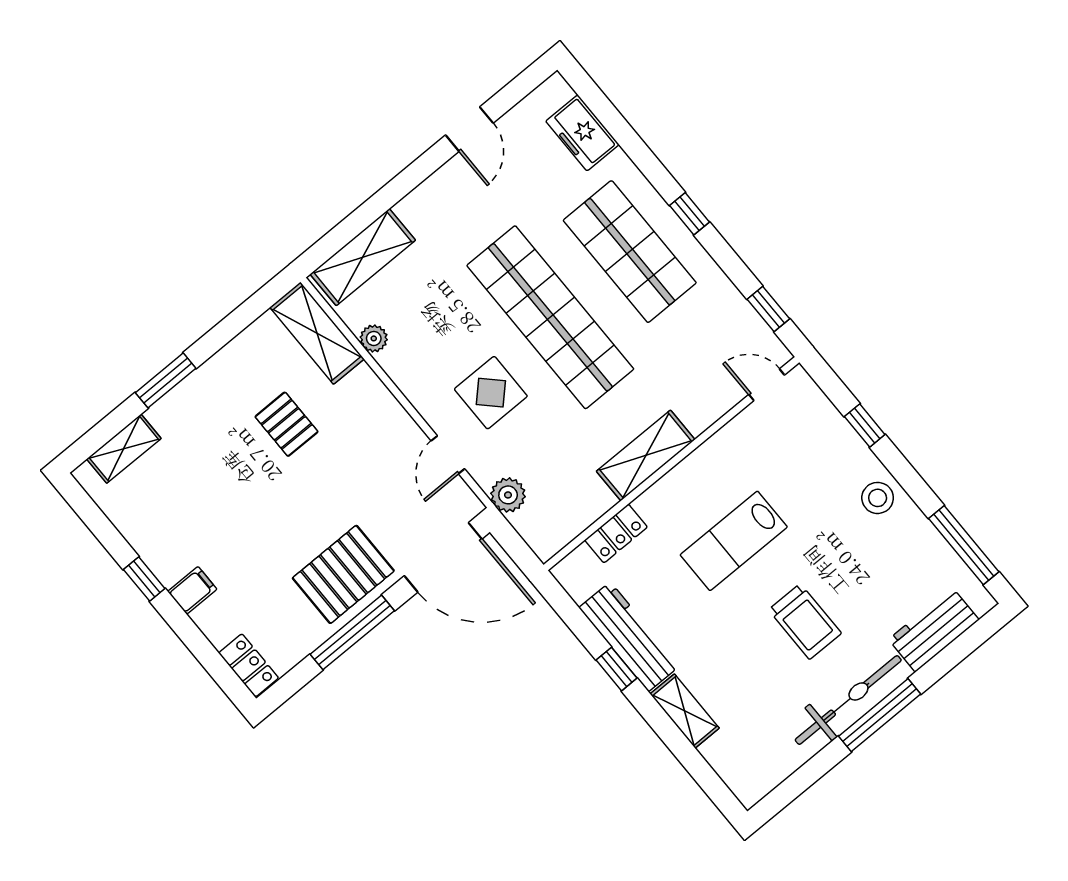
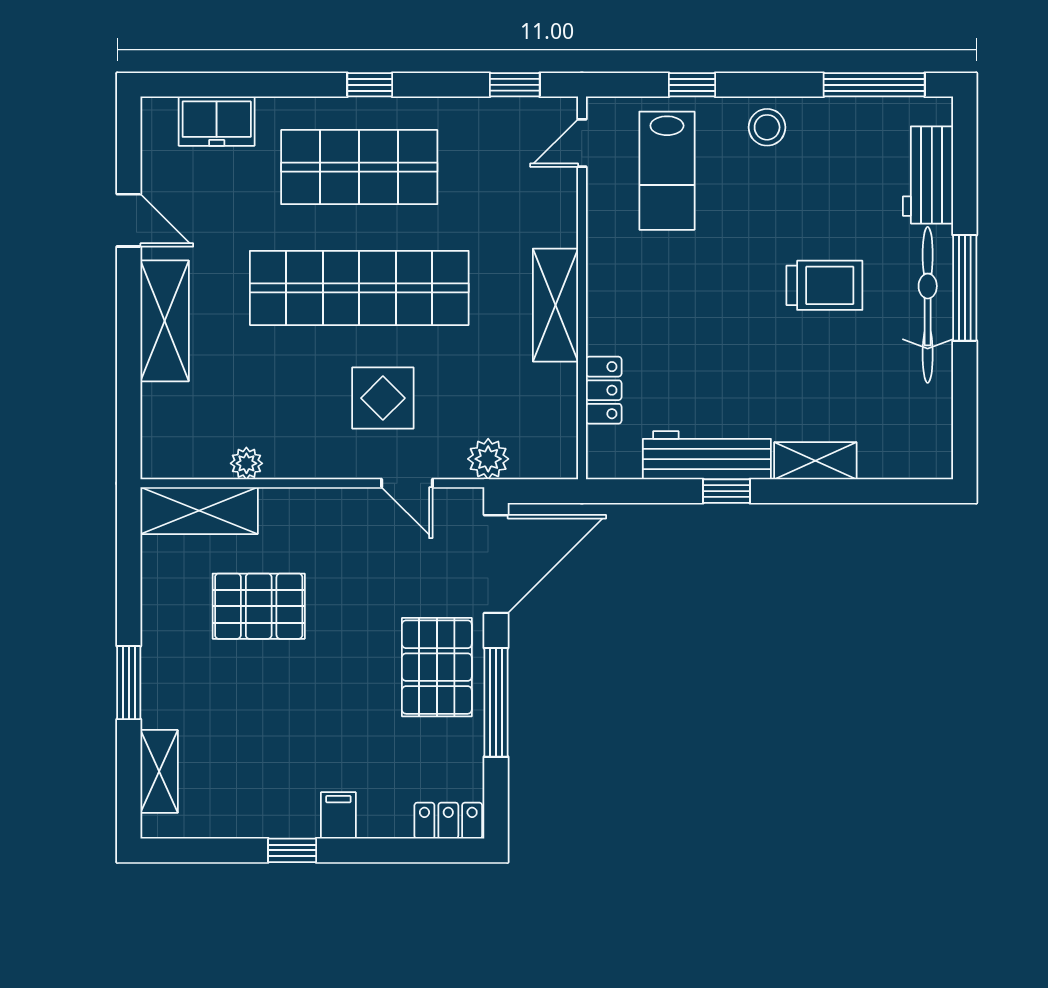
shelving: (363, 257) -> (165, 321), moved
pallet: (286, 424) -> (259, 606), width x1.50, depth x1.42
lab bench: (734, 541) -> (667, 171), moved

